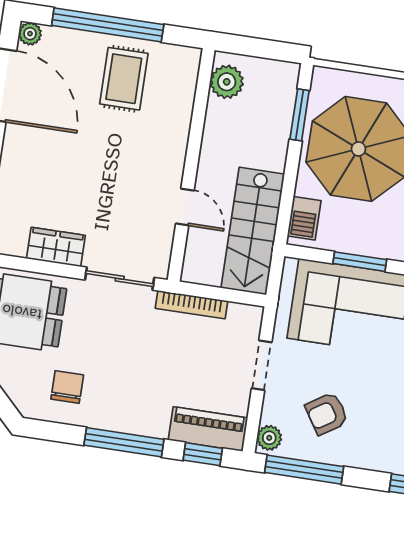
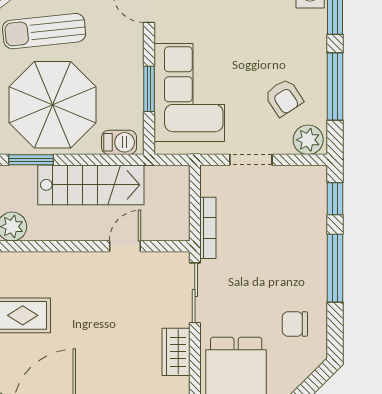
stairs: (253, 231) -> (91, 185), moved
piano: (208, 429) -> (313, 198), removed
plant: (269, 438) -> (308, 140), width x1.38, depth x1.38
window: (304, 470) -> (335, 87), moved

